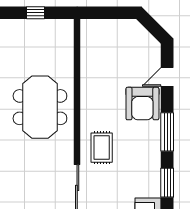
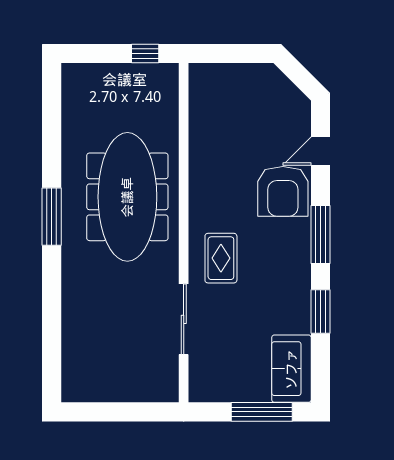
window: (35, 13) -> (145, 54), moved
meeting table: (40, 107) -> (127, 197), width x1.36

